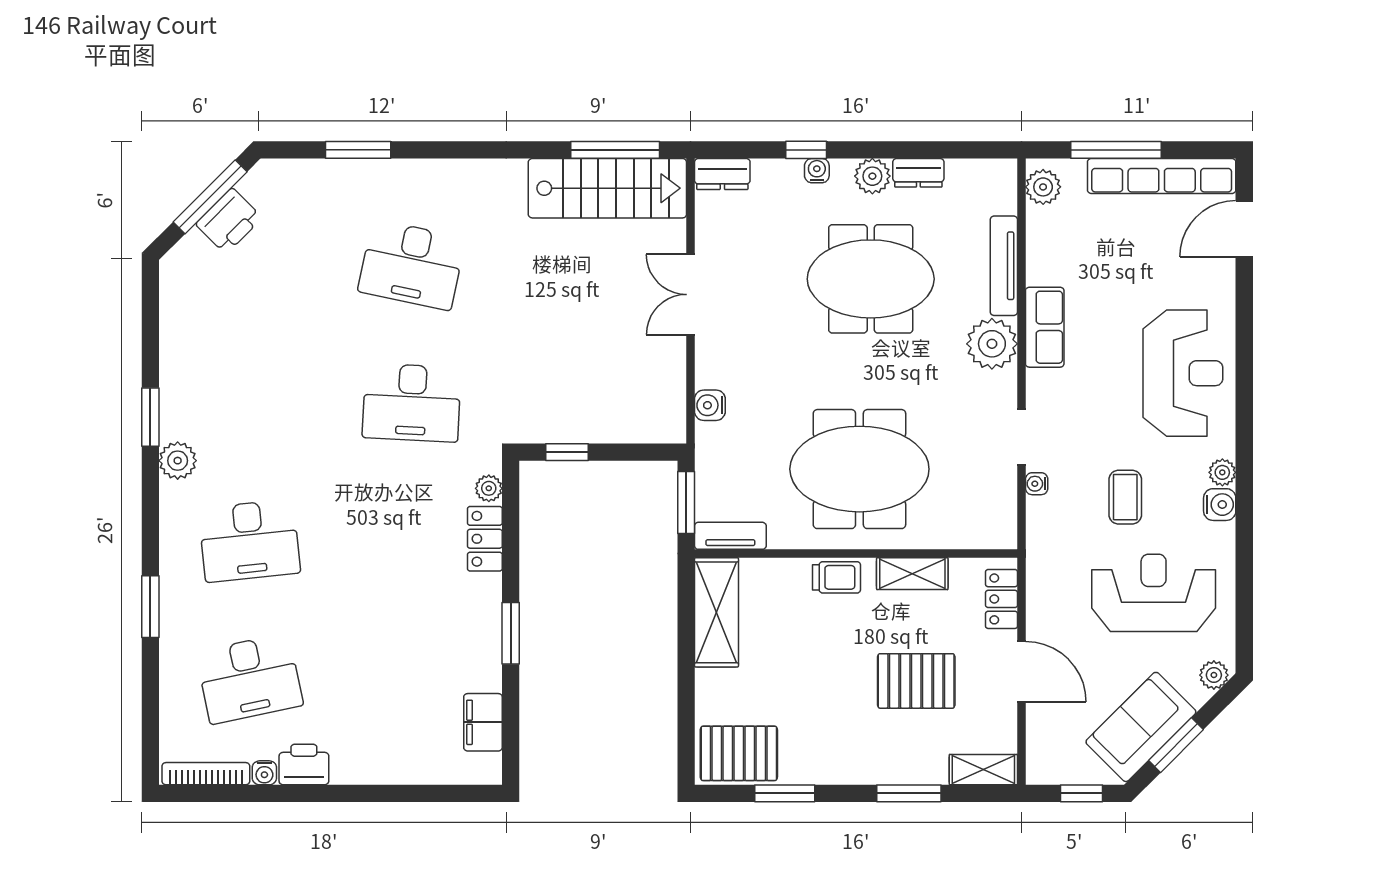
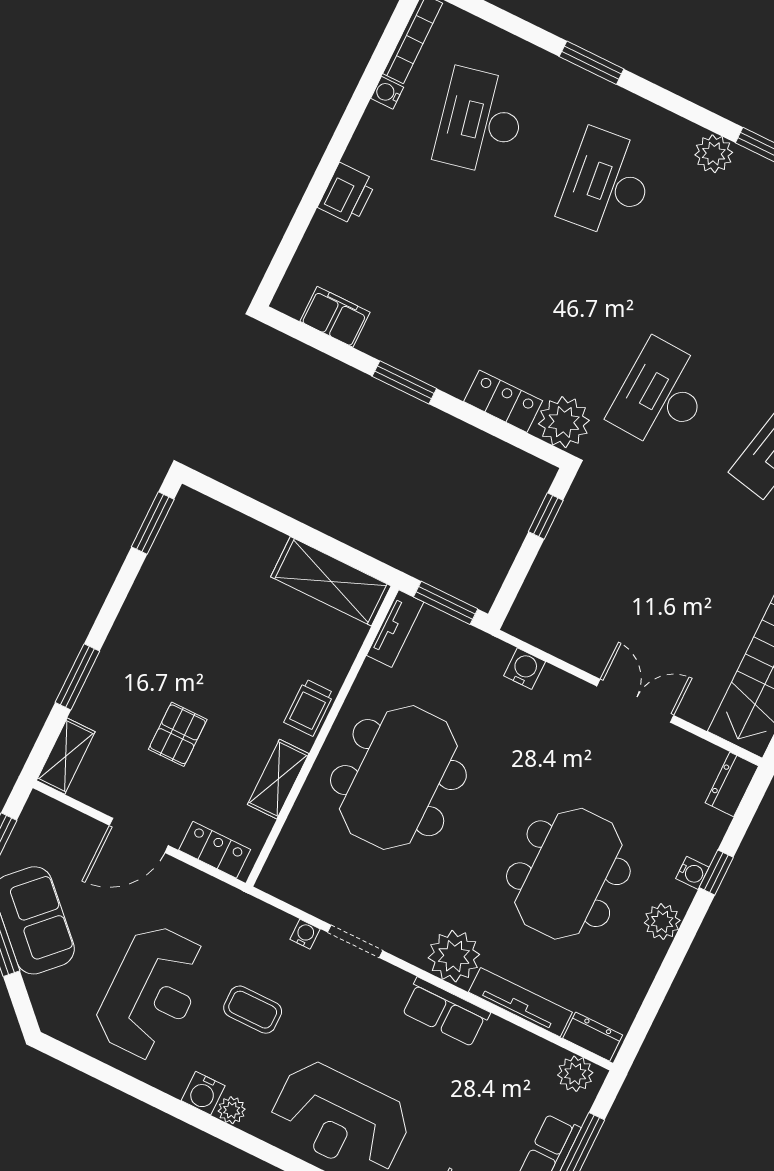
dresser: (918, 173) -> (593, 1037), moved, turned 90
plant: (489, 488) -> (564, 422), width x1.88, depth x1.88
plant: (1214, 675) -> (49, 1011), removed
pallet: (916, 681) -> (178, 734), width x0.67, depth x0.71
pallet: (739, 753) -> (191, 538), removed
printer: (304, 764) -> (347, 194), moved
window: (785, 793) -> (153, 523), moved

